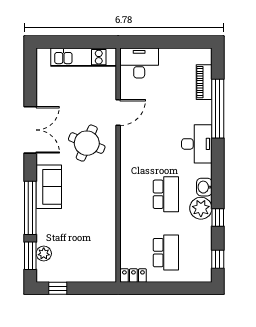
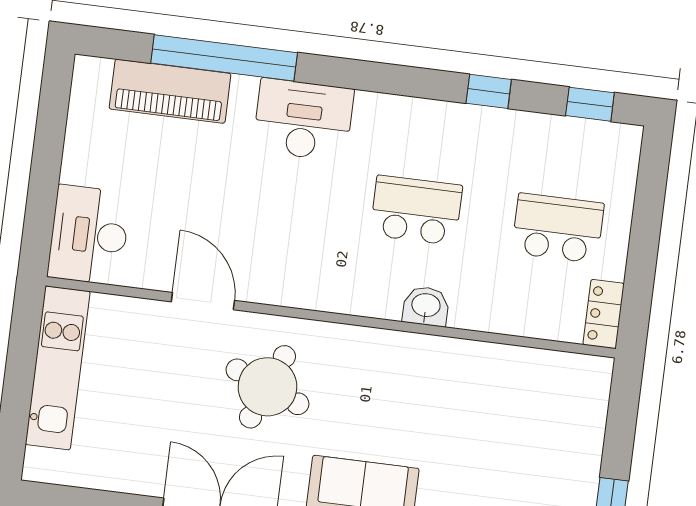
piano: (204, 82) -> (170, 91), width x1.37, depth x1.33
washbasin: (204, 187) -> (426, 306), moved, turned 180
plant: (201, 208) -> (461, 130), removed

